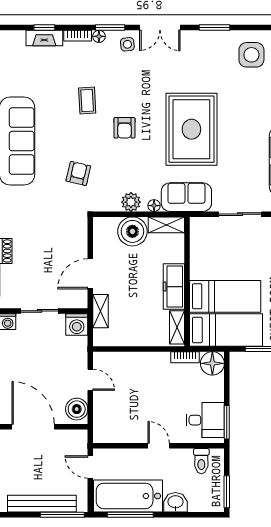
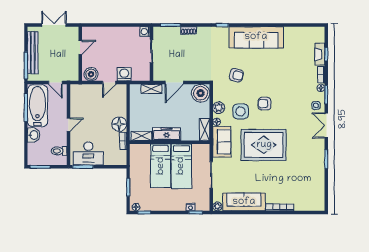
side table: (251, 55) -> (241, 111), moved
coffee table: (87, 101) -> (281, 81), removed
boiler: (132, 231) -> (201, 93), moved
door: (90, 274) -> (174, 83), swing flipped
washing machine: (77, 324) -> (124, 74), moved, turned 90
bed: (226, 330) -> (181, 166), moved
floor lamp: (212, 363) -> (119, 124), moved
desk: (205, 420) -> (88, 153), width x1.37
door: (33, 427) -> (80, 47), width x0.53
door: (90, 467) -> (55, 83), swing flipped

